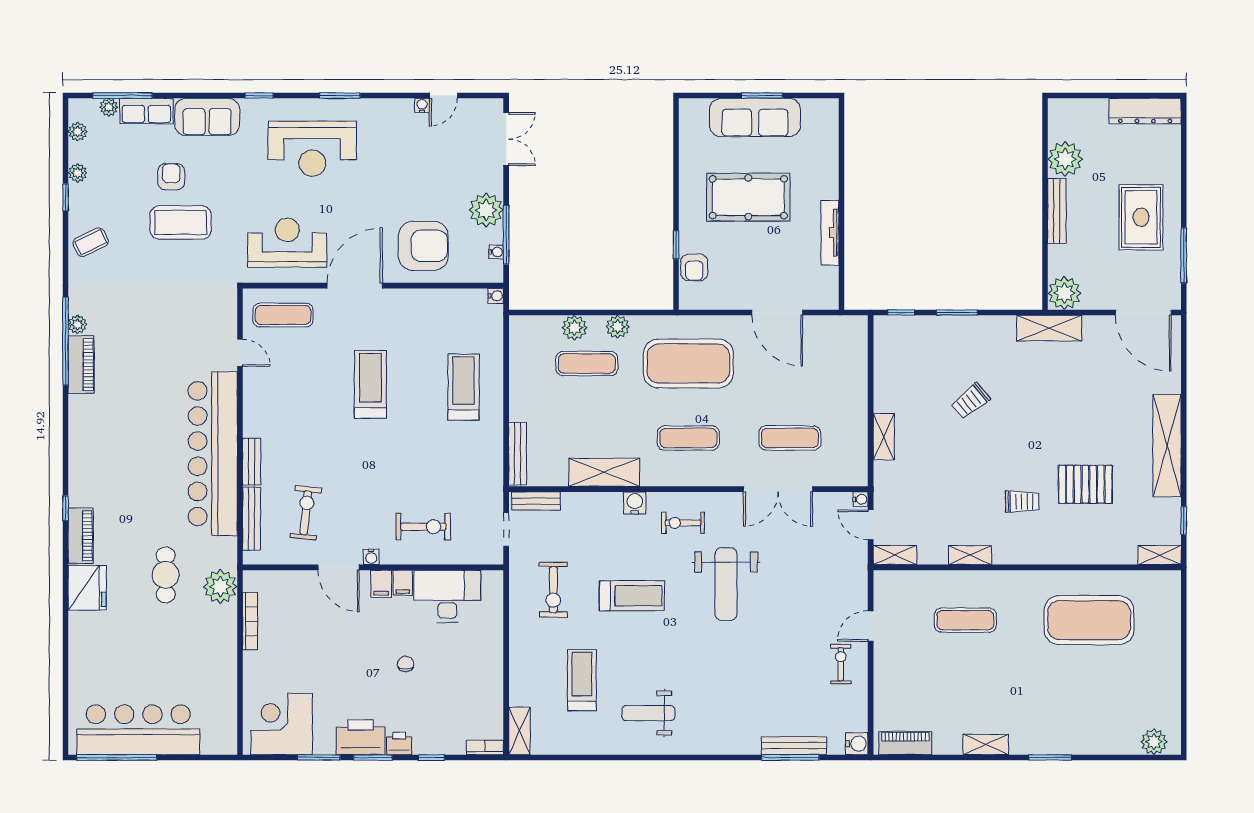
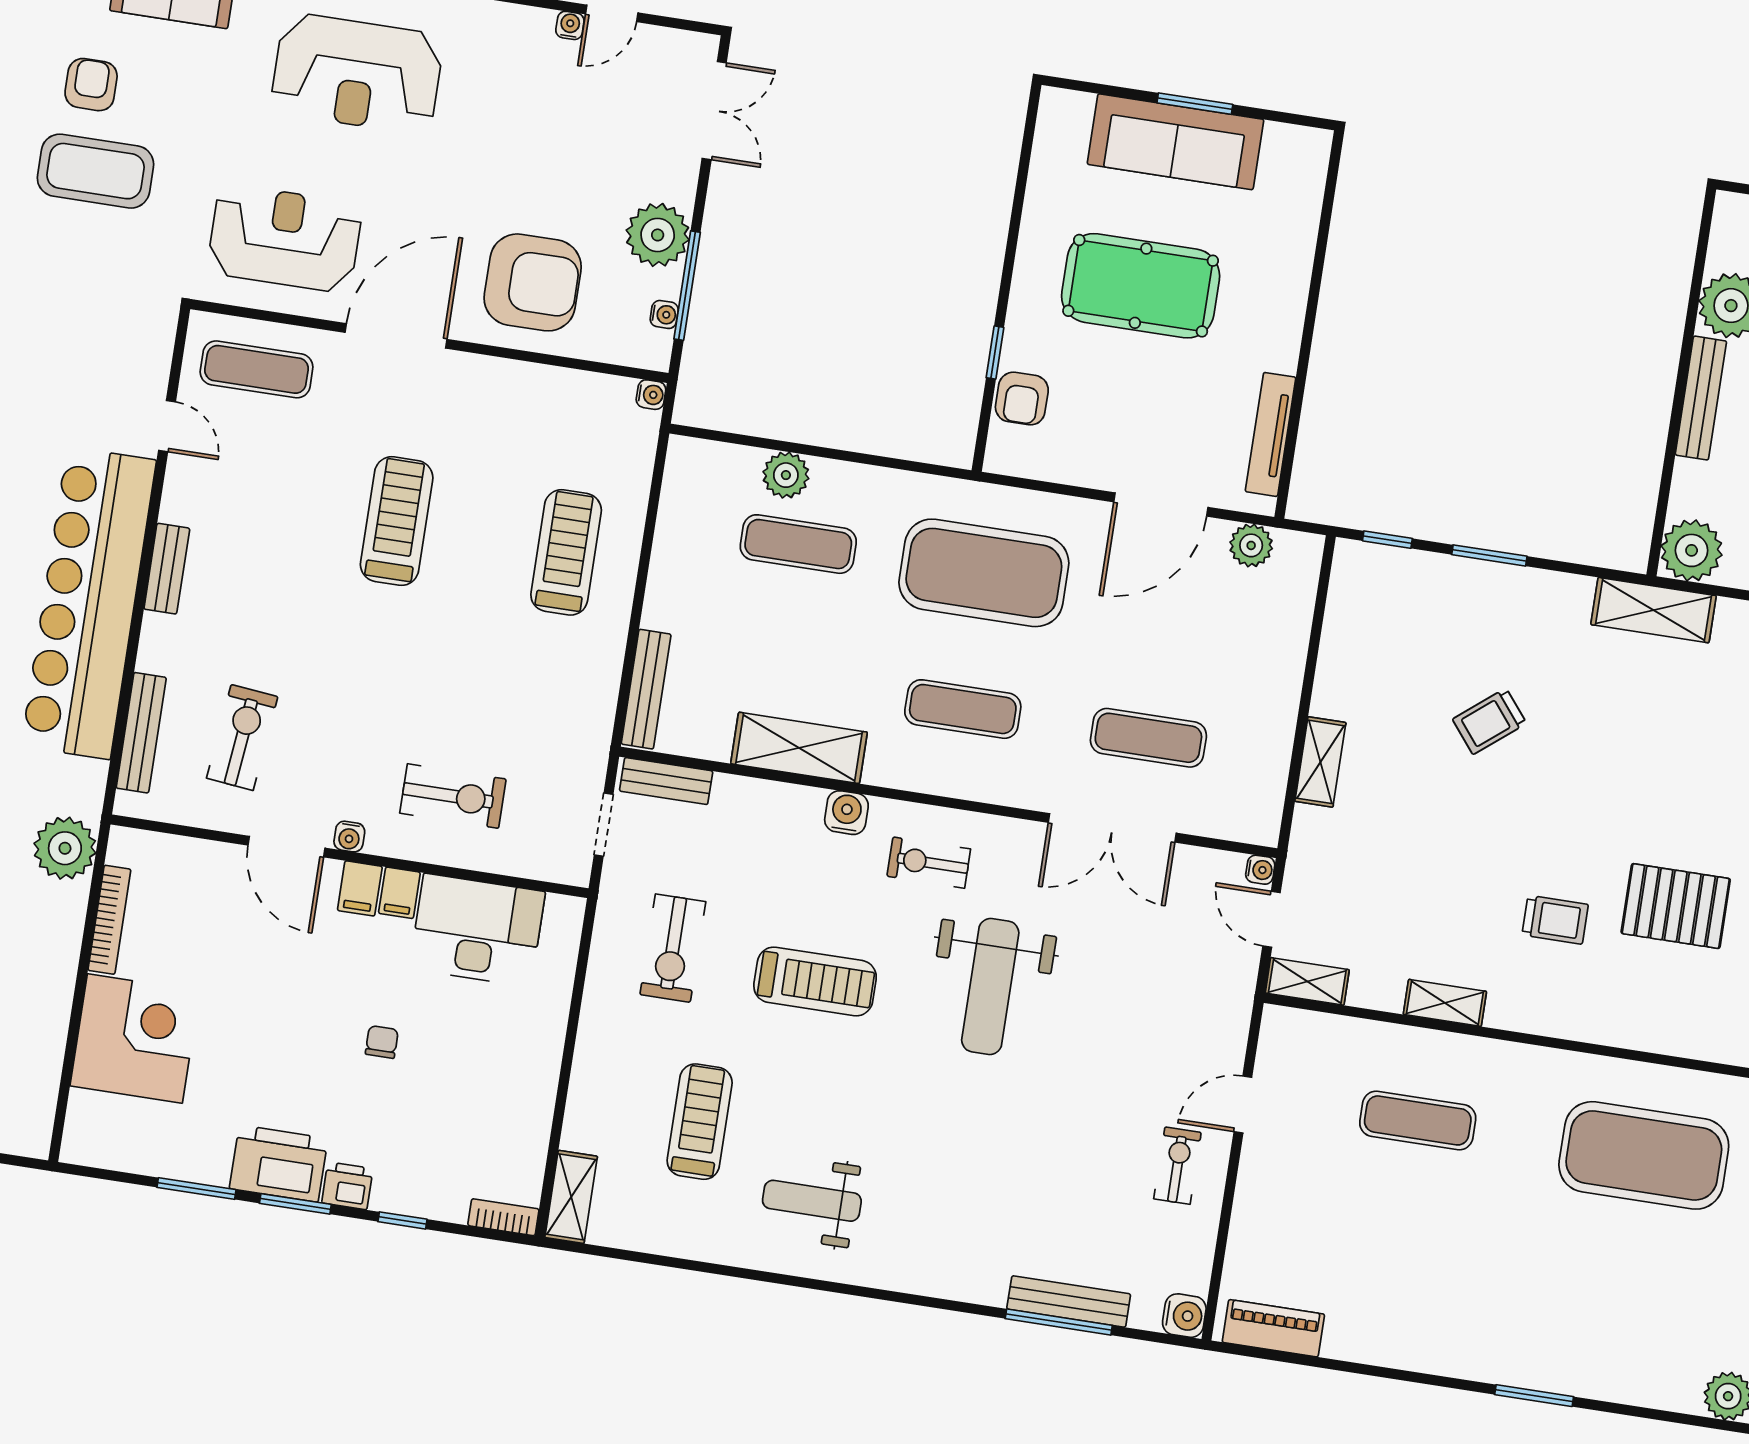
tv unit: (830, 233) -> (1271, 434), moved
door: (777, 312) -> (1161, 505), hinge flipped
plant: (618, 327) -> (1251, 545), moved
bench: (252, 462) -> (167, 569), moved
corner desk: (282, 724) -> (135, 1038), moved, turned 90
shelving: (986, 745) -> (1420, 1354), removed

